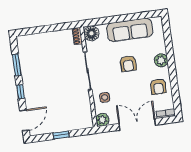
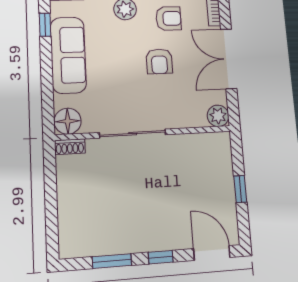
window: (146, 15) -> (45, 25), added
armchair: (128, 64) -> (159, 61), moved, turned 90
side table: (105, 97) -> (181, 109), removed

